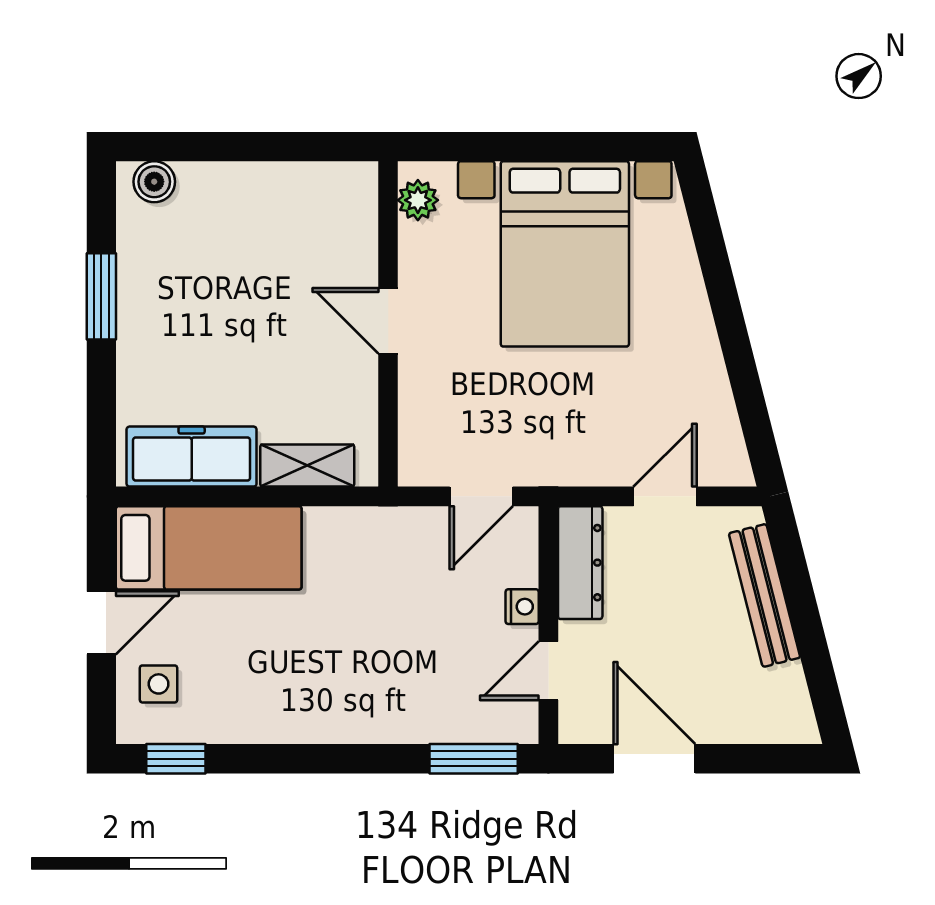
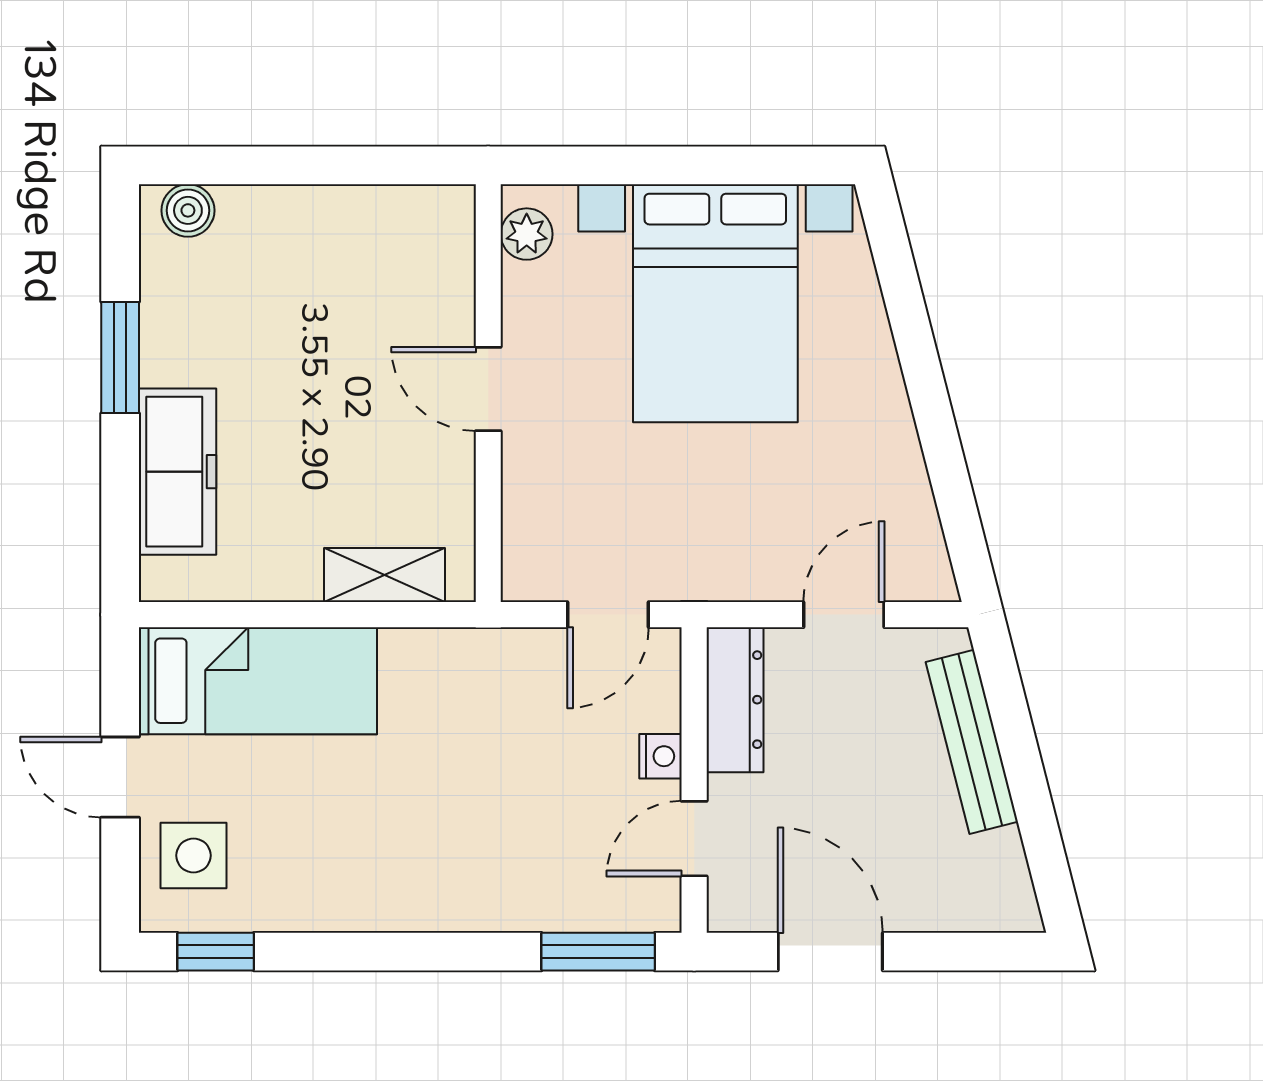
freezer: (192, 457) -> (177, 472), moved, turned 90
door: (101, 623) -> (120, 777), swing flipped
side table: (159, 684) -> (194, 855), width x1.37, depth x1.37

